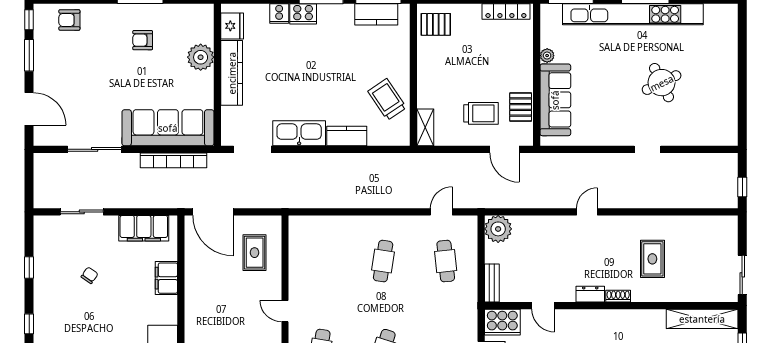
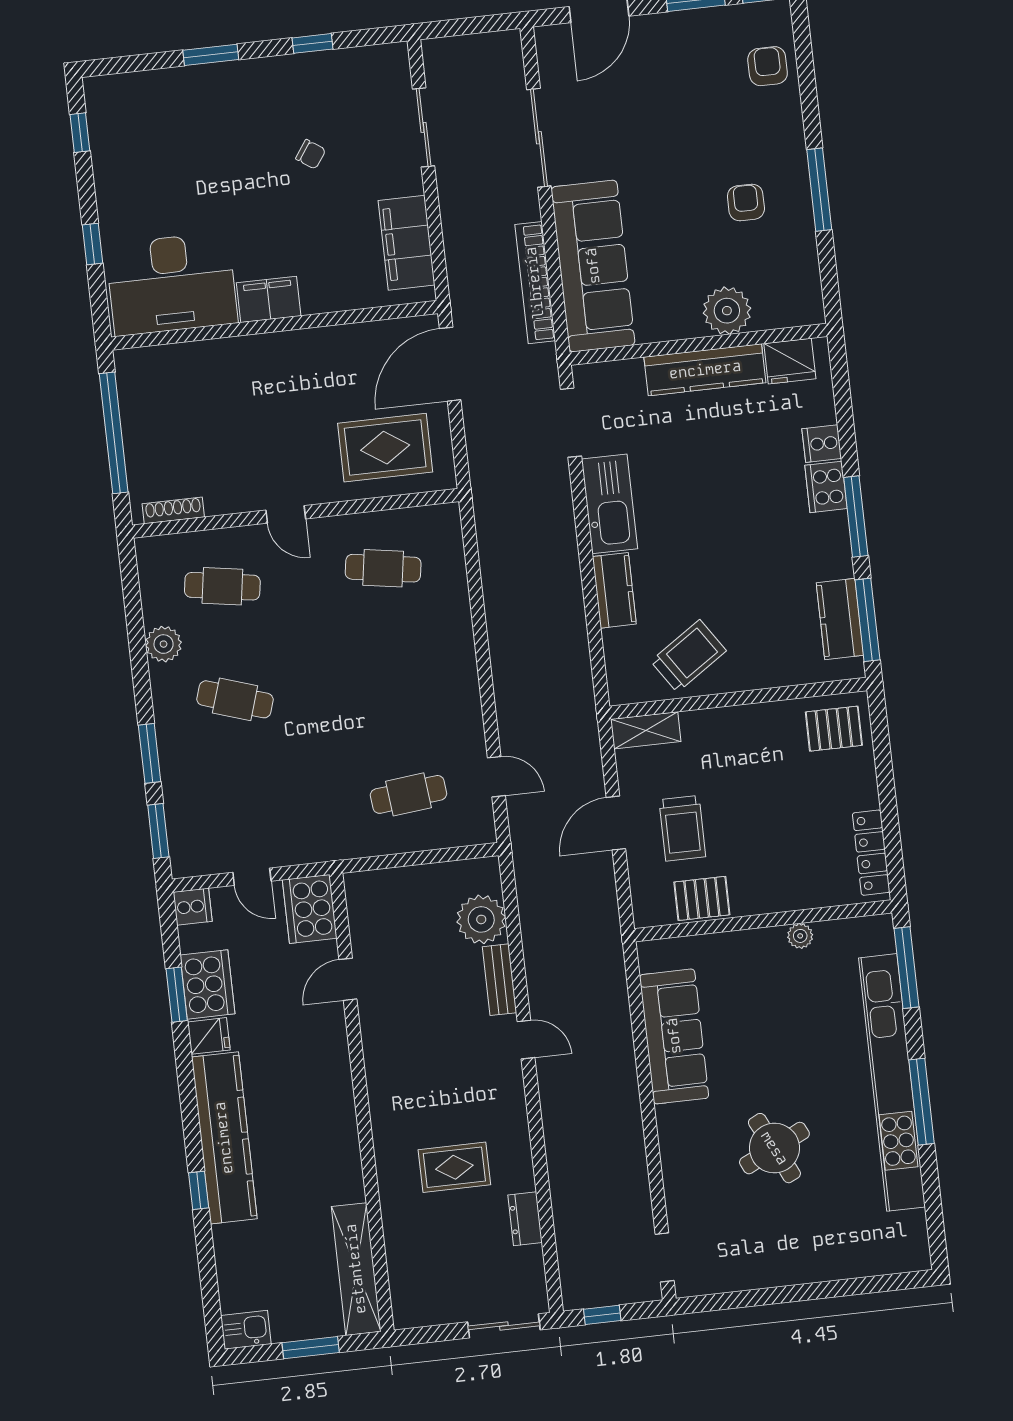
pallet: (436, 24) -> (834, 729), turned 90
sofa: (555, 100) -> (674, 1036), moved, turned -90
door: (504, 149) -> (616, 823), moved
doorway: (648, 149) -> (665, 1257), moved
plant: (498, 229) -> (481, 919), moved
rug: (255, 253) -> (385, 448), width x1.36, depth x1.43
cafe table: (383, 261) -> (383, 568), moved
sliding door: (742, 275) -> (504, 1326), moved
filing cabinet: (166, 278) -> (269, 299), moved
bench: (492, 283) -> (500, 980), moved, turned 90
dresser: (590, 294) -> (525, 1219), moved, turned 180
shoe rack: (618, 296) -> (380, 1113), removed
door: (285, 311) -> (286, 514), swing flipped
window: (29, 324) -> (211, 55), width x1.50

